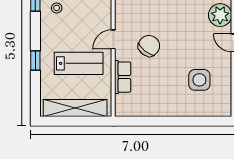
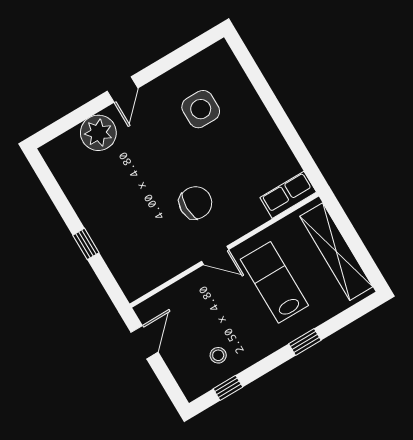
chair: (149, 46) -> (195, 203), turned 142
row of seats: (123, 77) -> (288, 195), moved

